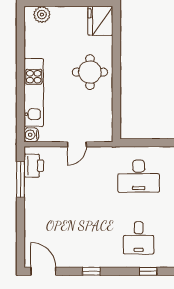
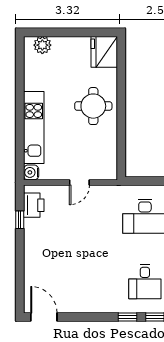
window: (20, 179) -> (20, 220), width x0.46
window: (91, 271) -> (128, 317), moved

